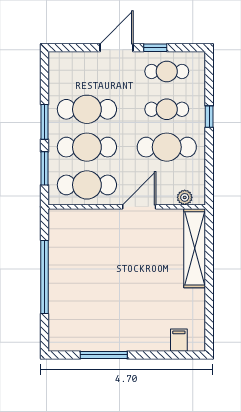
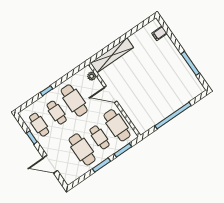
door: (117, 48) -> (50, 164), moved
cafe table: (87, 147) -> (100, 137), width x0.73, depth x0.74

